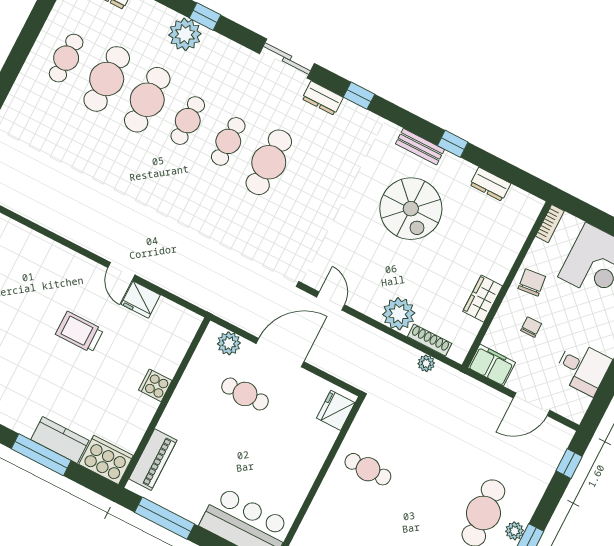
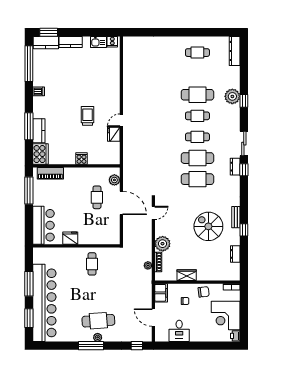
cafe table: (107, 79) -> (197, 179), moved
window: (359, 96) -> (244, 170), moved
spiral stairs: (411, 209) -> (208, 226), turned 90
fridge: (336, 410) -> (70, 238), moved

